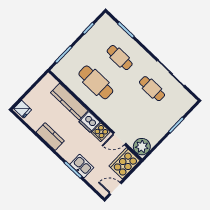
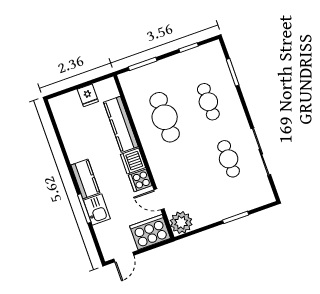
fridge: (23, 109) -> (88, 95), moved
kitchen counter: (50, 137) -> (85, 179), moved
door: (115, 189) -> (124, 257), swing flipped

